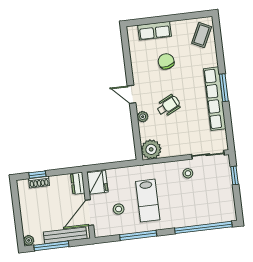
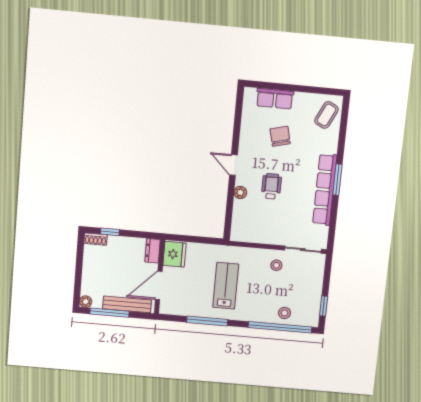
wheelchair: (168, 106) -> (271, 186), turned -64
plant: (151, 149) -> (242, 231), removed
window: (234, 175) -> (324, 306), moved
shoe rack: (39, 182) -> (96, 239), moved
lab bench: (148, 201) -> (226, 286), turned 180
stool: (119, 209) -> (285, 313), moved

